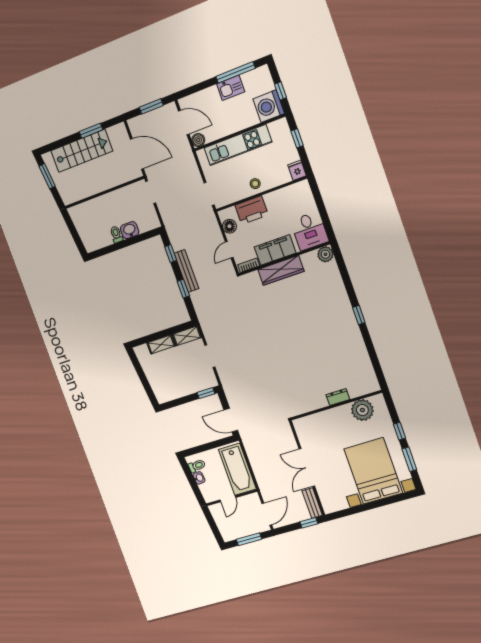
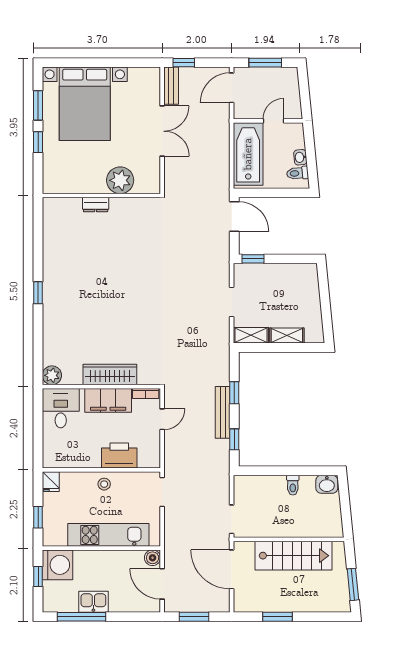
stairs: (82, 151) -> (294, 556), moved, turned 180
floor lamp: (229, 226) -> (152, 446), removed
washbasin: (130, 230) -> (327, 484), moved
plant: (362, 410) -> (120, 180), moved

